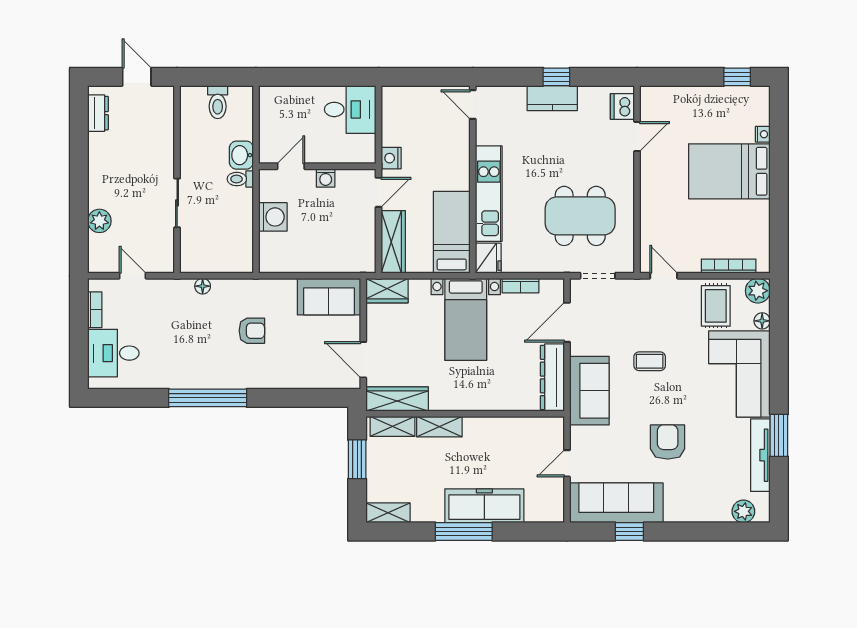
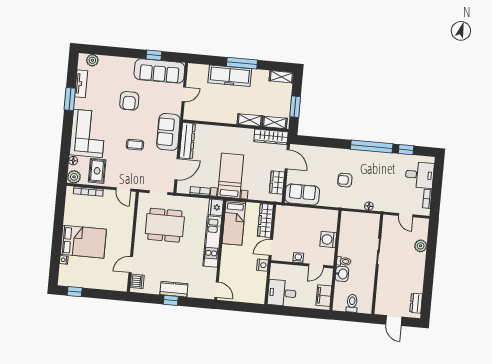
filing cabinet: (272, 111) -> (324, 296), added
wardrobe: (387, 291) -> (277, 182), moved, turned -90
window: (143, 398) -> (406, 150), added
tv unit: (760, 455) -> (81, 84), width x0.71

